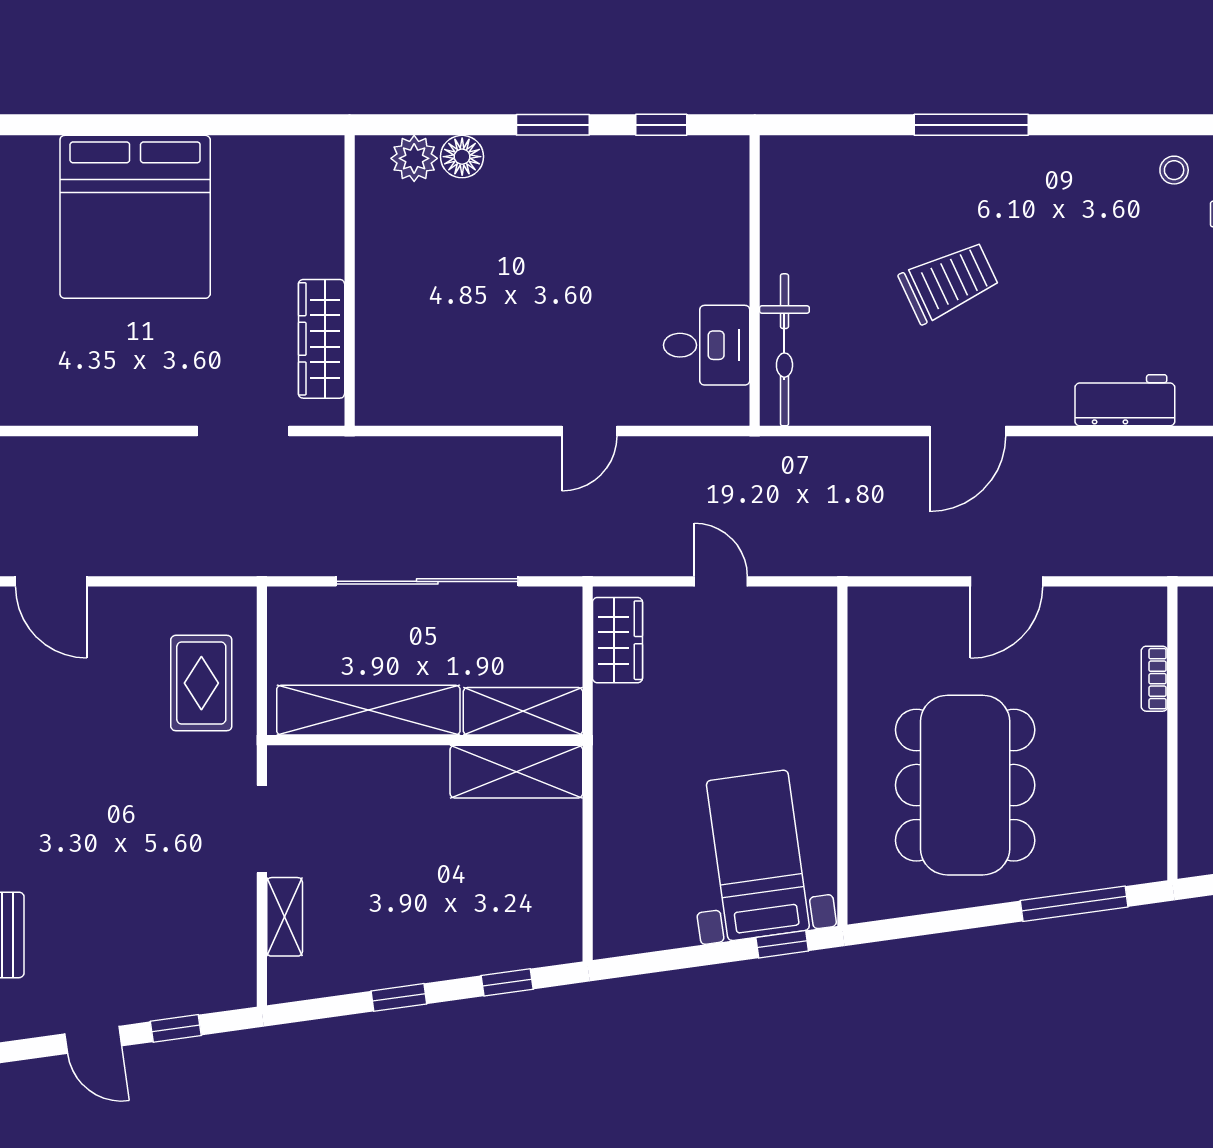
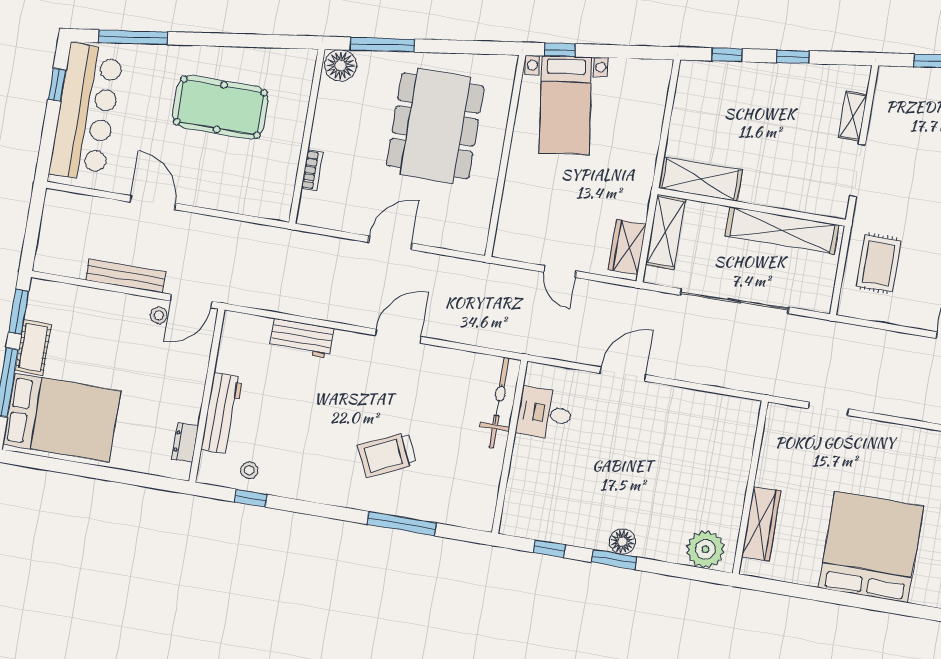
window: (971, 125) -> (402, 524), moved
window: (1164, 125) -> (251, 498), added
floor lamp: (462, 157) -> (622, 542), moved
plant: (414, 158) -> (705, 549), width x1.36, depth x1.36
trolley: (949, 282) -> (387, 455), moved
wardrobe: (322, 339) -> (761, 524), moved
doorway: (243, 431) -> (828, 409), width x0.73
door: (589, 431) -> (623, 374), width x1.38
shelving: (523, 711) -> (666, 232), moved, turned 90
floor lamp: (1137, 858) -> (340, 66), added

